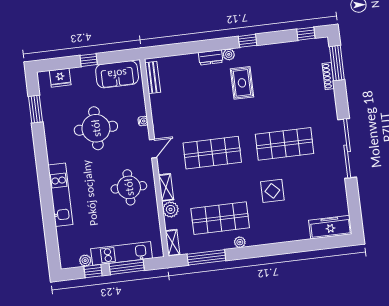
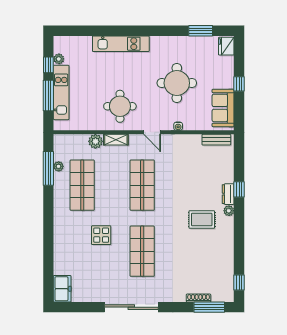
window: (248, 41) -> (239, 189), moved
fridge: (60, 78) -> (226, 46), moved
freezer: (330, 227) -> (62, 289), width x0.71
plant: (240, 242) -> (59, 166), moved
shelving: (172, 243) -> (65, 140), removed

